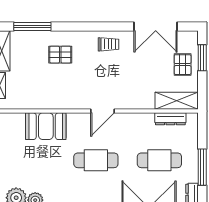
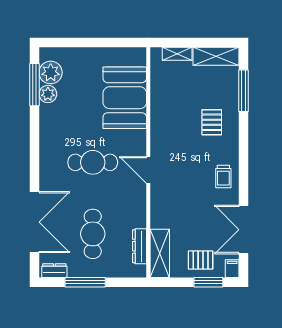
filing cabinet: (190, 37) -> (232, 269), added
booth: (46, 126) -> (125, 98), width x1.36, depth x1.42
cafe table: (96, 160) -> (93, 162), turned 90

